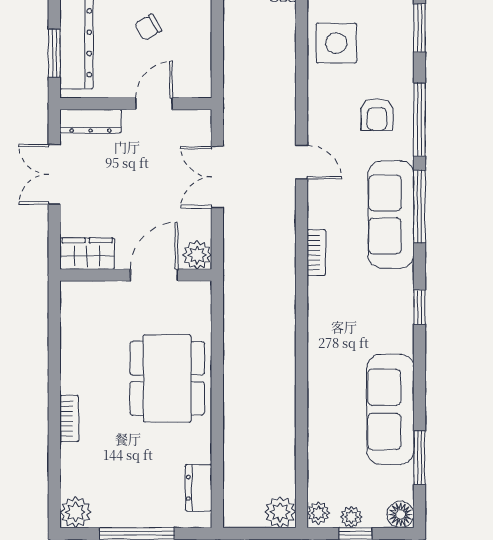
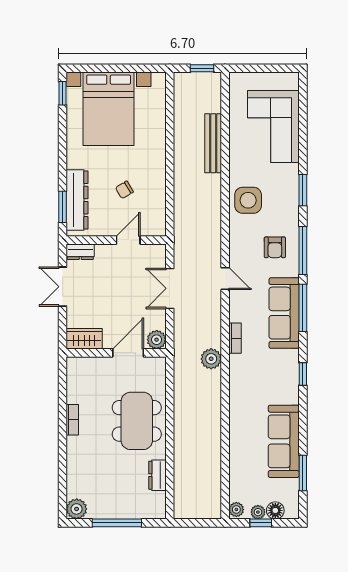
dresser: (91, 121) -> (80, 252), width x0.70
bookcase: (69, 418) -> (72, 420), moved
dresser: (198, 488) -> (157, 475), moved
plant: (280, 512) -> (211, 359), moved
floor lamp: (401, 514) -> (275, 510), moved

